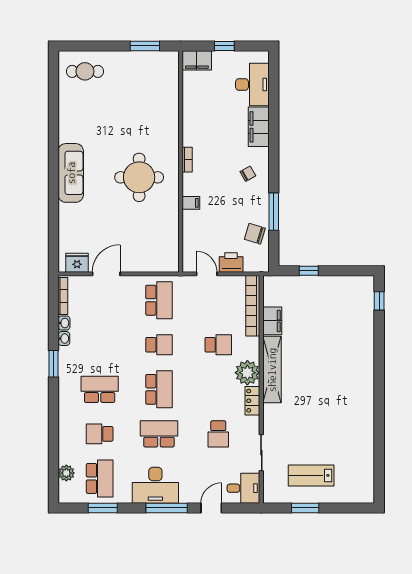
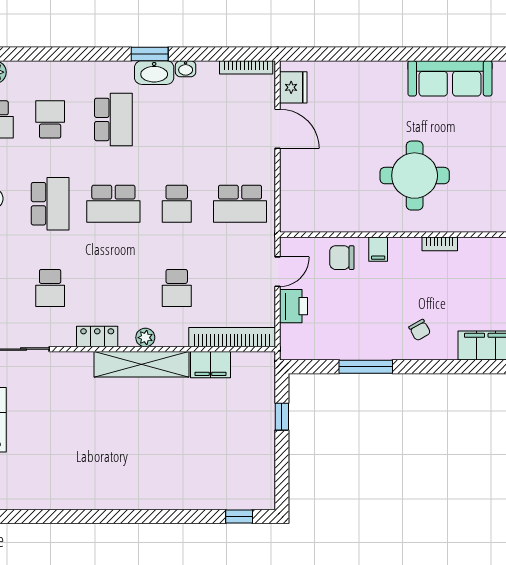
sofa: (71, 173) -> (450, 78), moved
chair: (255, 234) -> (342, 258), moved, turned -107
washbasin: (64, 323) -> (154, 73), moved, width x1.91, depth x1.45
plant: (247, 373) -> (145, 338), width x0.53, depth x0.53
school desk: (218, 434) -> (50, 288), turned -90

